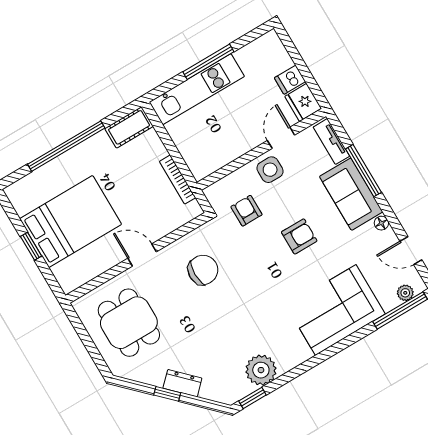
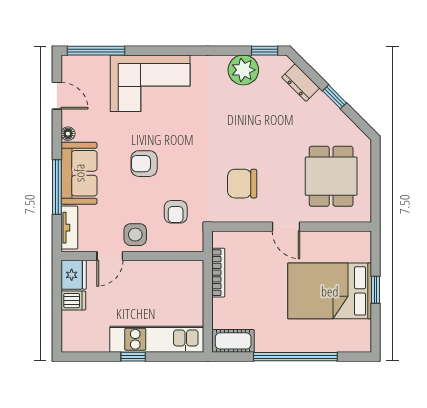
window: (208, 62) -> (133, 357), width x0.46
plant: (405, 293) -> (83, 63), removed
dresser: (182, 383) -> (301, 83), moved

